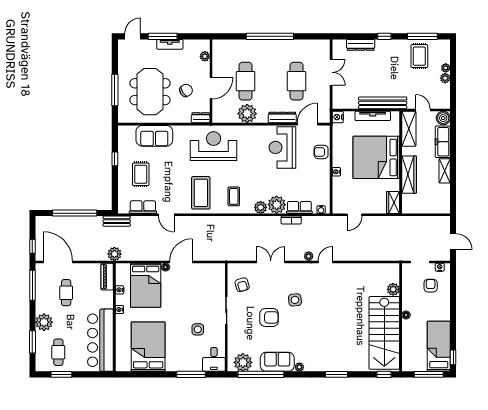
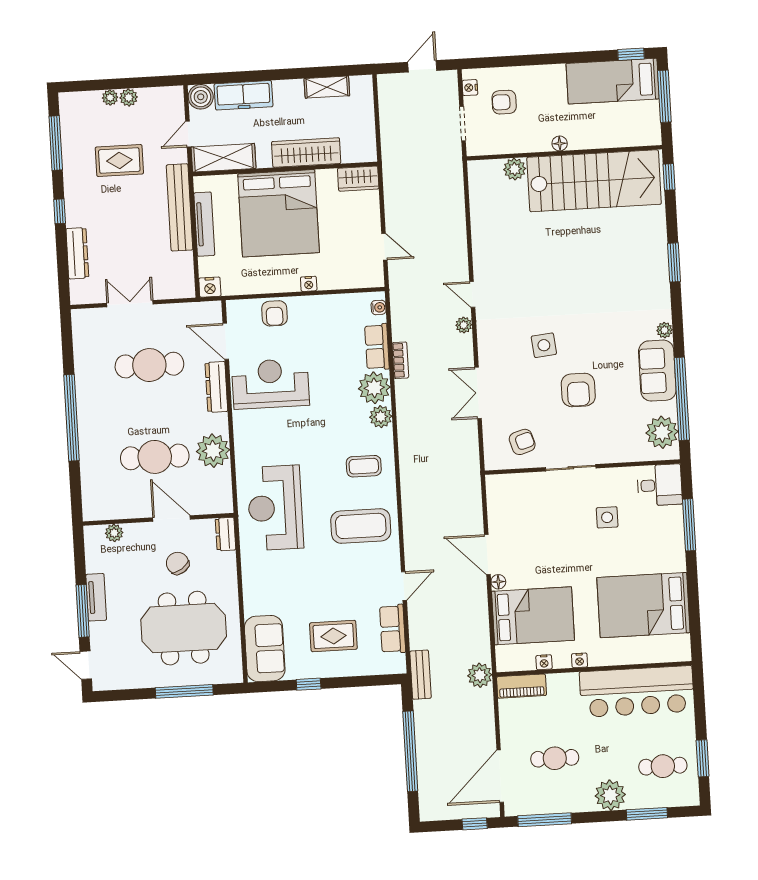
rug: (419, 56) -> (119, 160), moved
sofa: (154, 136) -> (265, 649), moved
reception desk: (282, 147) -> (270, 384), turned 180
shelving: (445, 171) -> (327, 87), moved
armchair: (269, 317) -> (578, 390), turned 180

